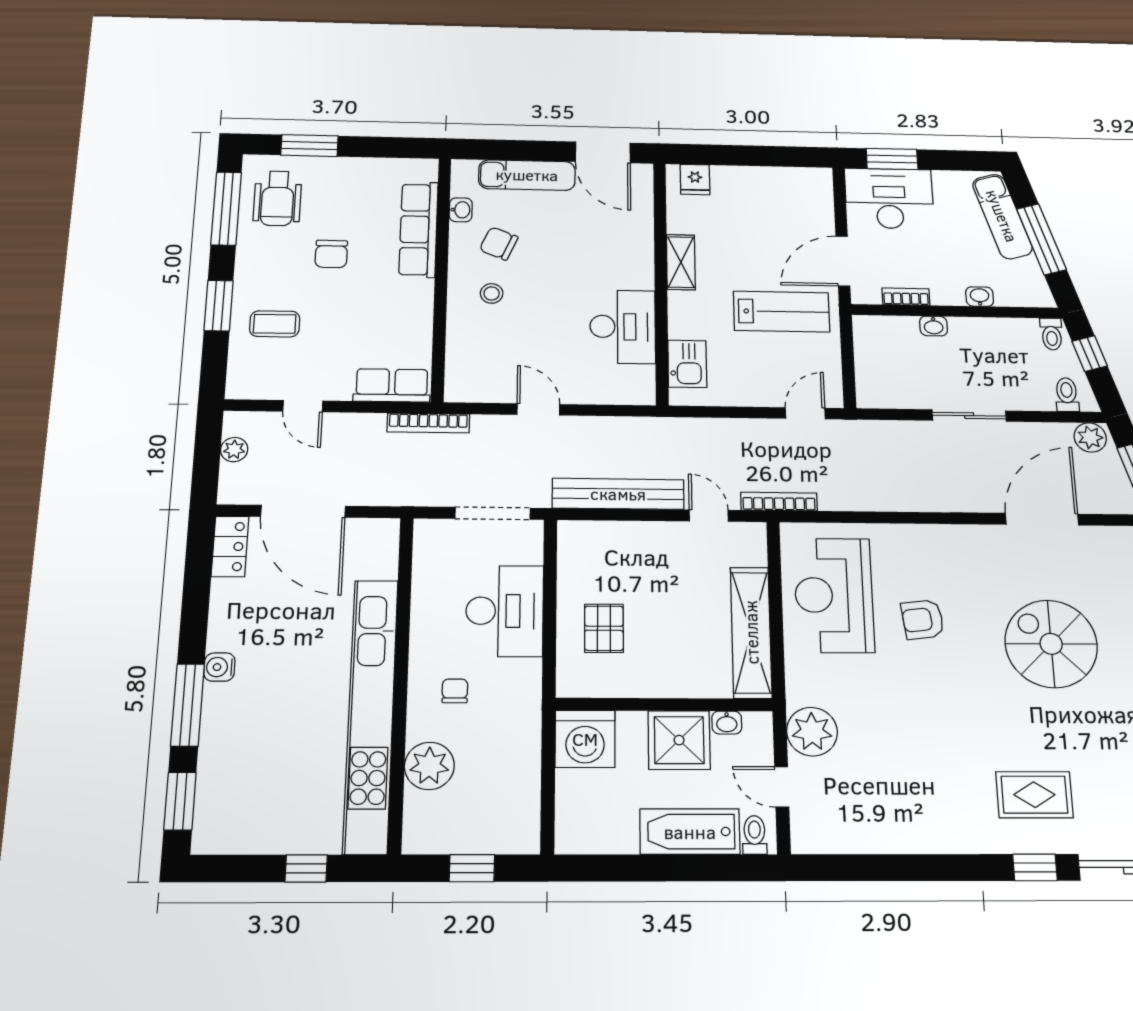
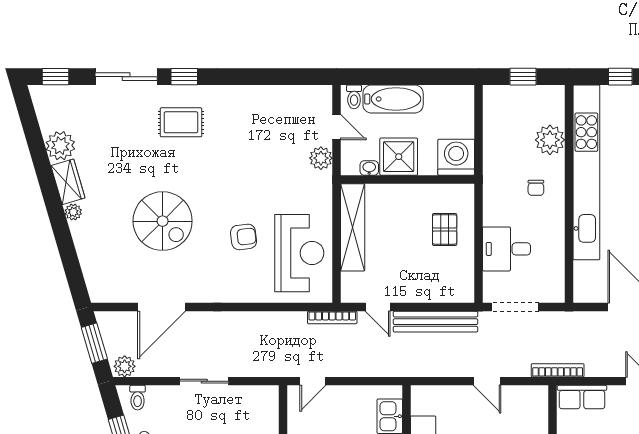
desk: (505, 611) -> (506, 249), width x0.73
plant: (812, 732) -> (321, 158), width x0.73, depth x0.73

